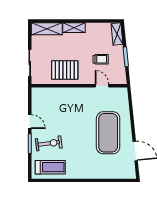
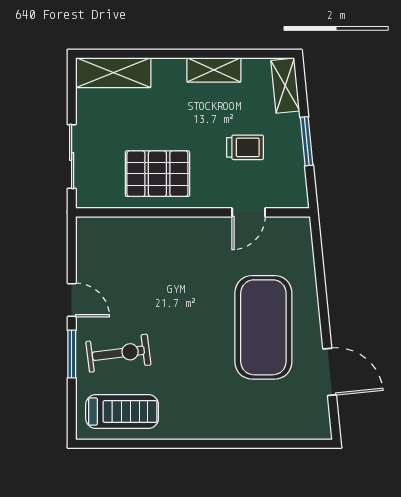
shelving: (74, 28) -> (214, 70), moved
door: (102, 86) -> (249, 212), swing flipped

